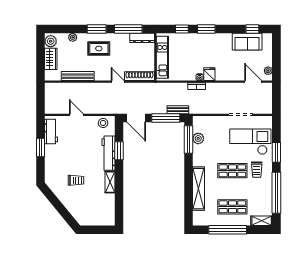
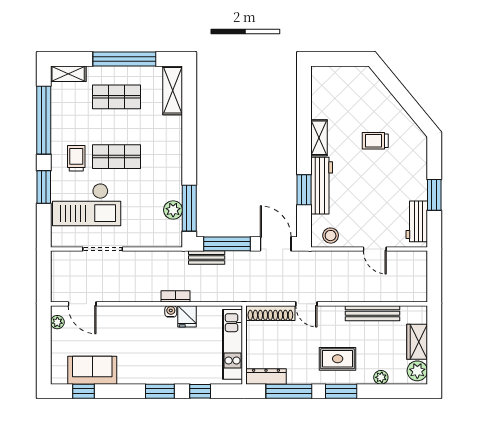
fridge: (209, 74) -> (187, 316), moved
shelving: (198, 189) -> (173, 90), moved, width x0.68

